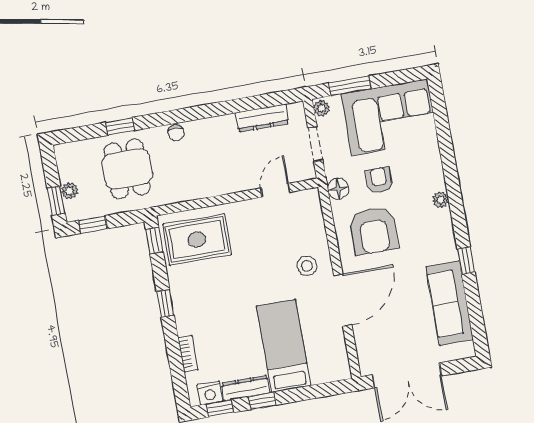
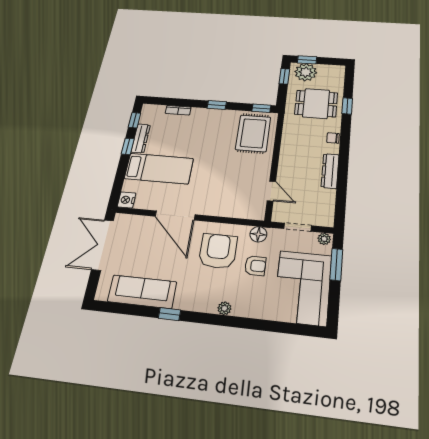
dresser: (262, 118) -> (330, 171), moved
plant: (70, 191) -> (306, 72), width x1.88, depth x1.88
armchair: (374, 231) -> (218, 251), turned 90
stool: (307, 266) -> (209, 198), removed
nightstand: (210, 393) -> (127, 200), moved

